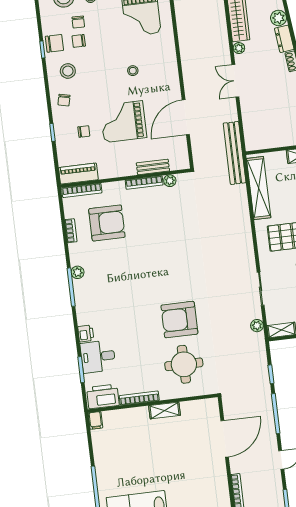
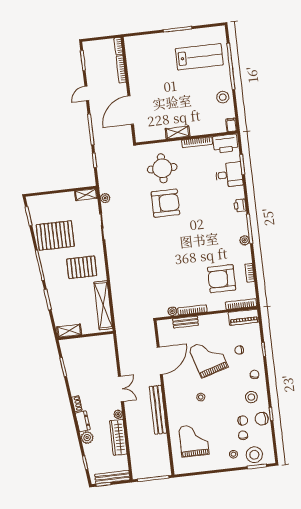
grand piano: (123, 122) -> (208, 357), turned -107
bench: (235, 153) -> (158, 410), moved
printer: (86, 333) -> (240, 205), moved
stool: (107, 456) -> (223, 97), added

